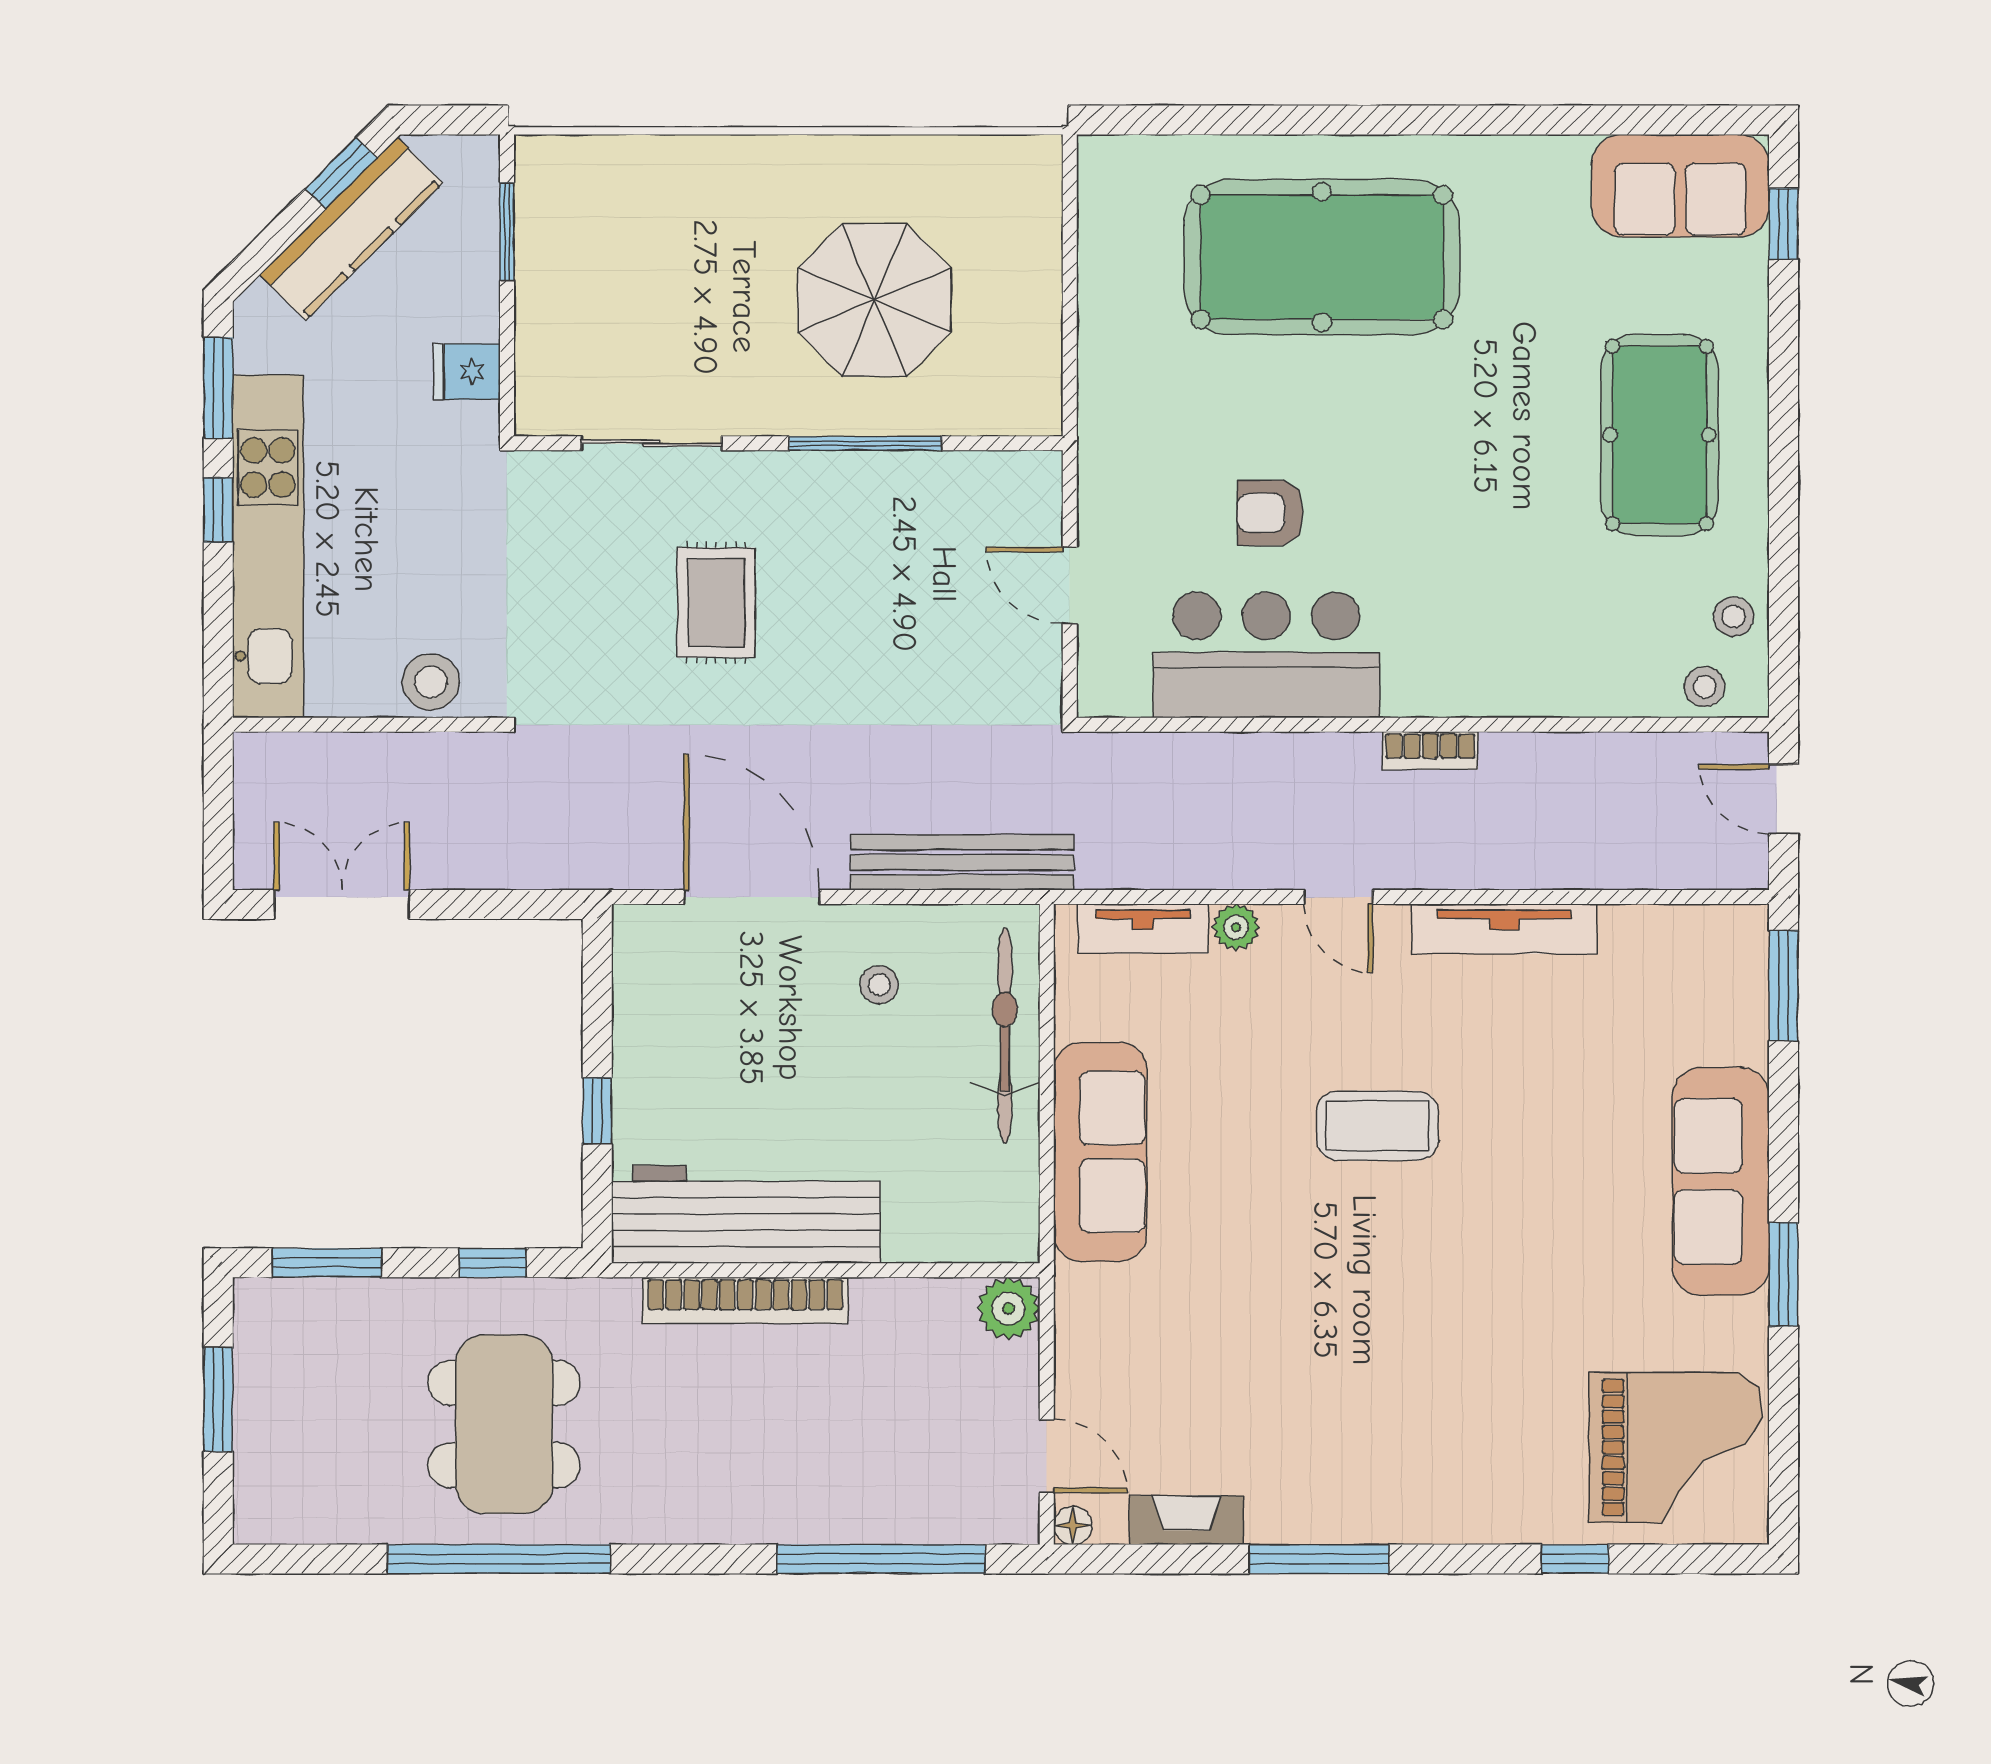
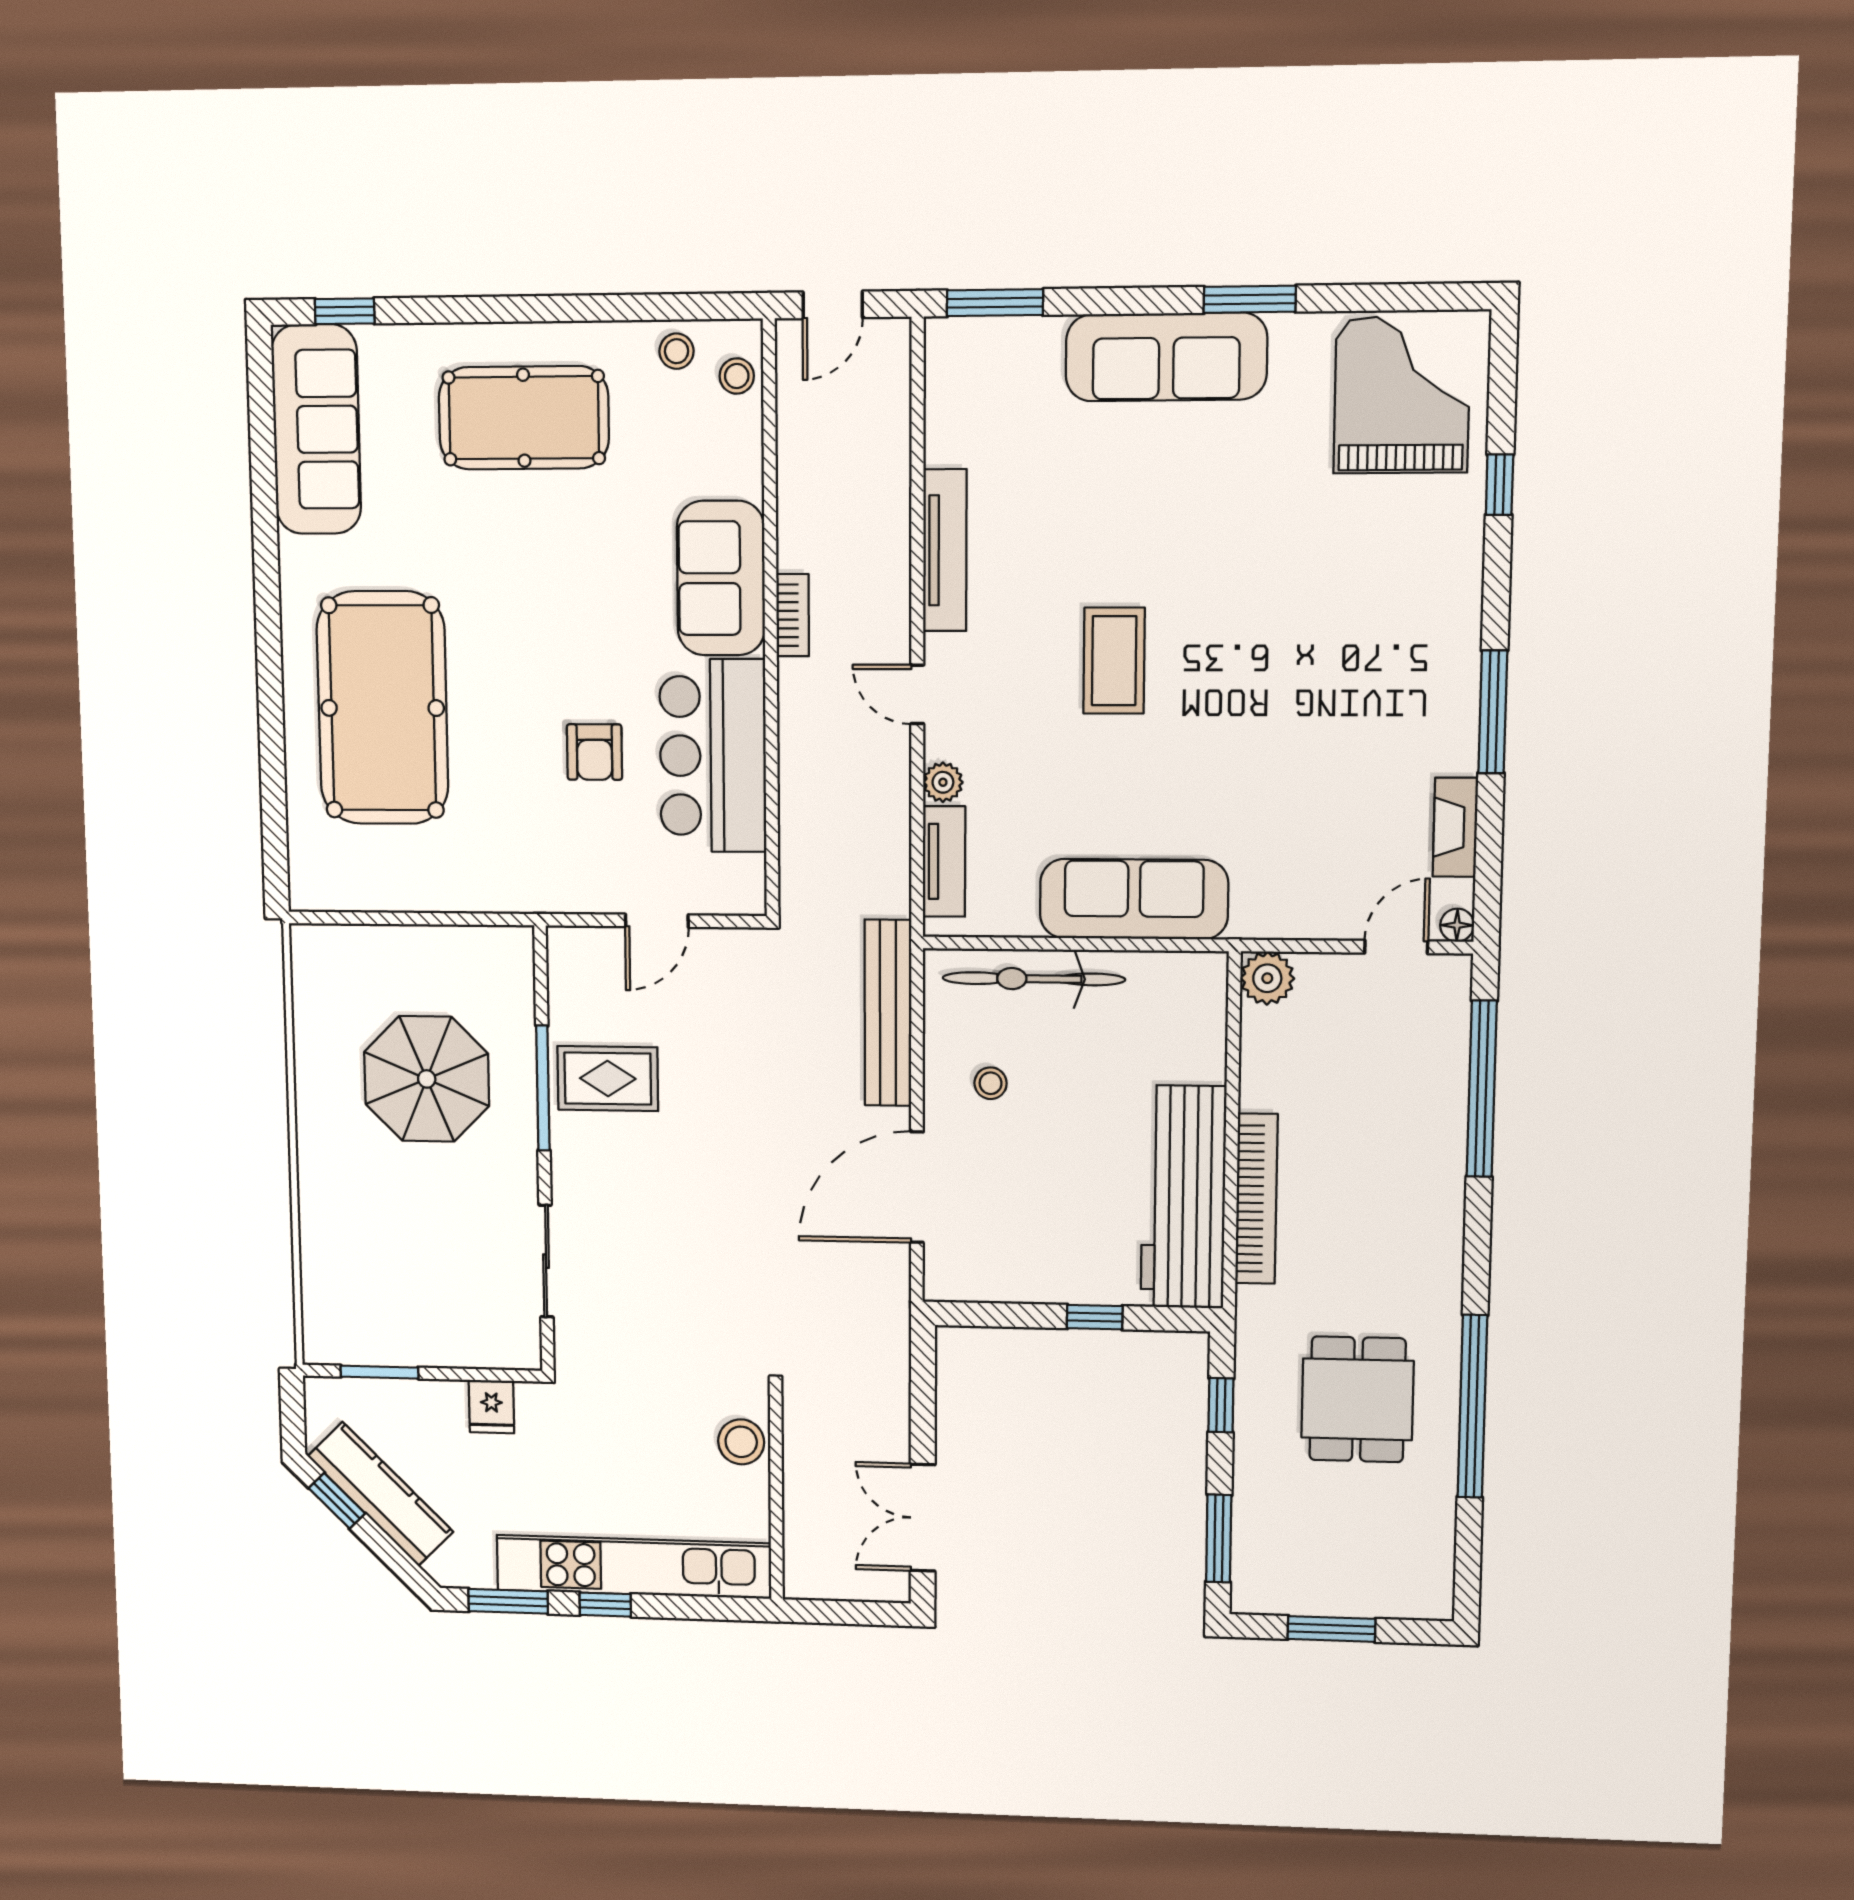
sofa: (1680, 186) -> (316, 429), width x1.36
rug: (716, 603) -> (608, 1079), moved
sofa: (1473, 666) -> (721, 578), added
door: (1338, 897) -> (917, 694), swing flipped
dining table: (504, 1424) -> (1357, 1399), width x0.73

